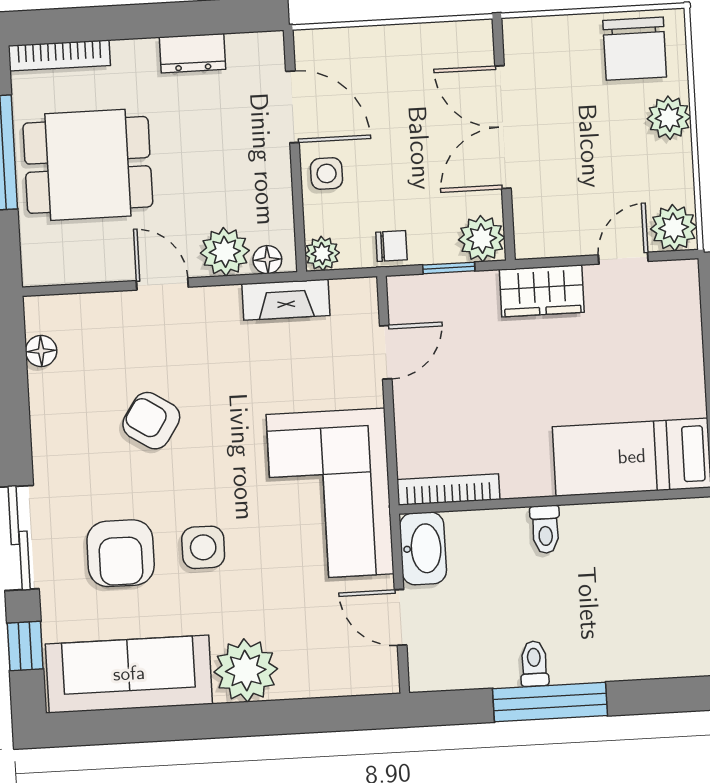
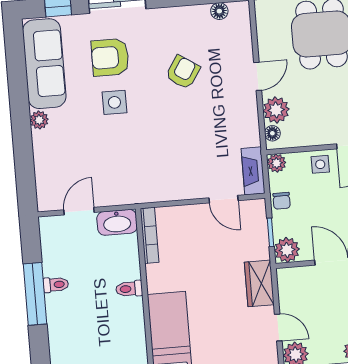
fireplace: (286, 300) -> (253, 171), moved
corner sofa: (330, 494) -> (145, 171), removed
plant: (246, 670) -> (39, 120), width x0.53, depth x0.53

